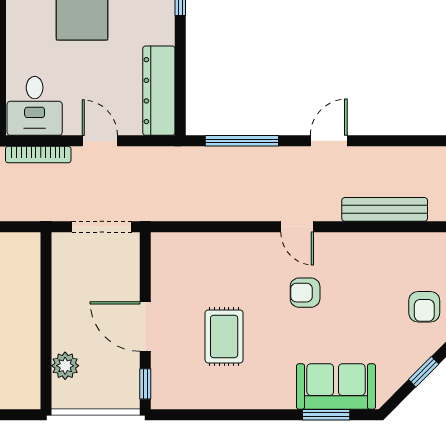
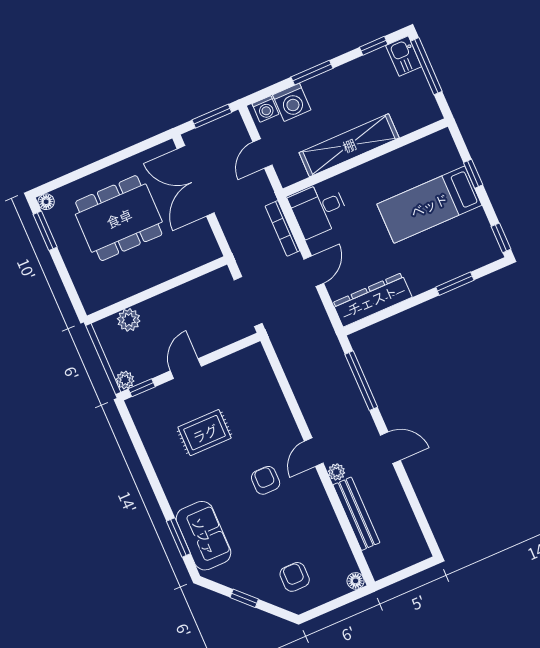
plant: (330, 211) -> (336, 472), added
armchair: (424, 307) -> (295, 577), turned 90
door: (145, 327) -> (186, 369), width x0.73
plant: (129, 398) -> (125, 380), added

